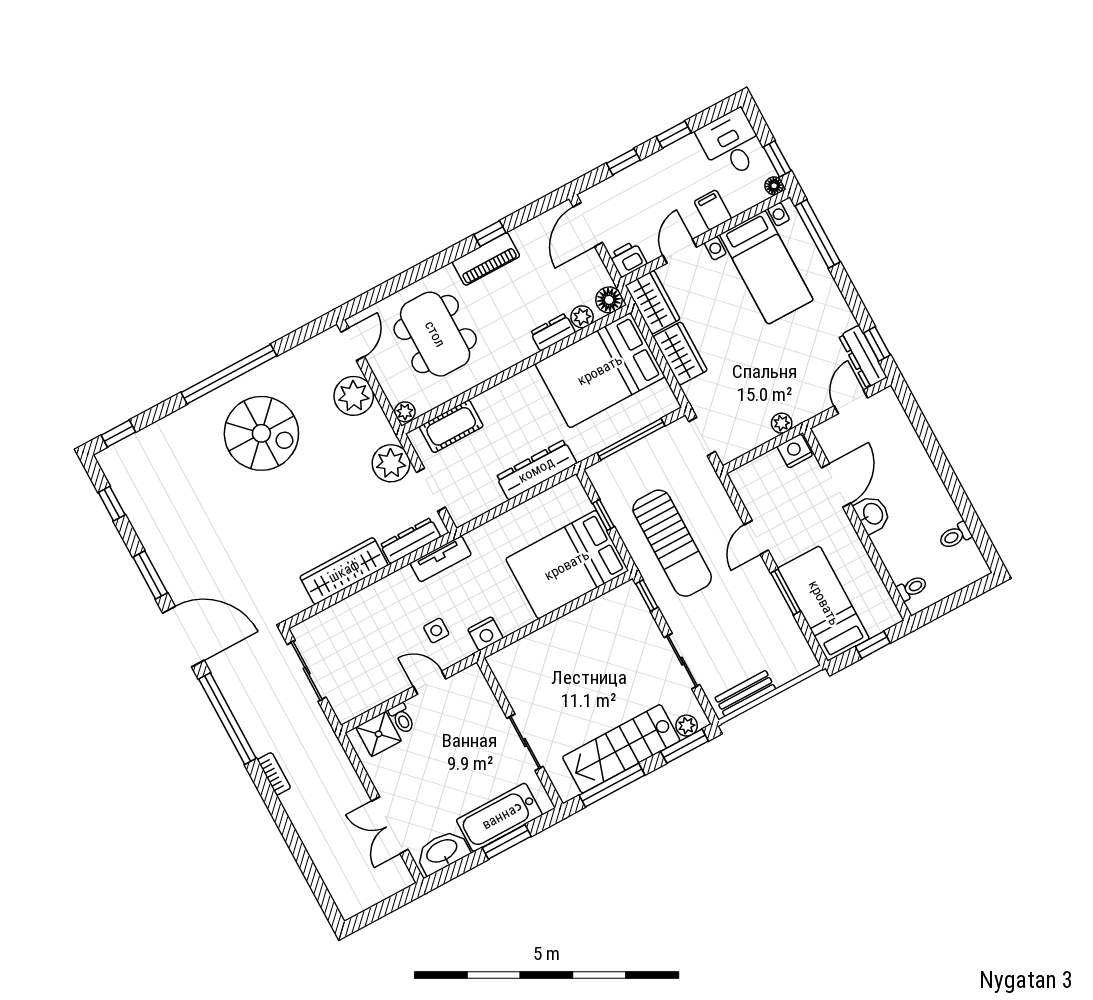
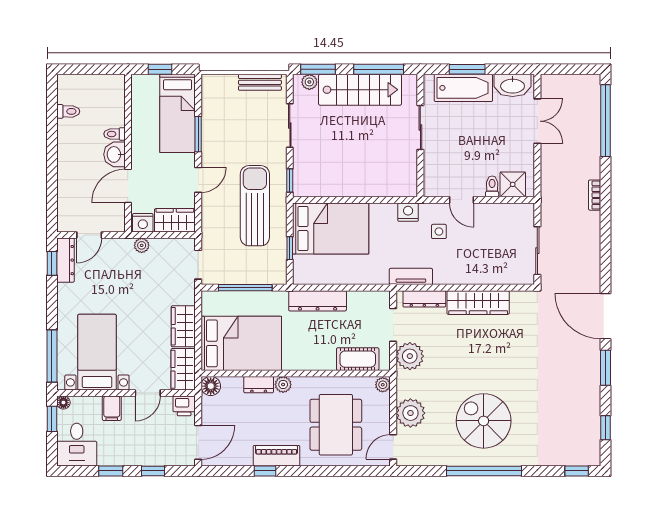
plant: (582, 317) -> (283, 384), moved
wardrobe: (758, 474) -> (175, 220), added
toilet: (912, 588) -> (115, 134), moved
window: (227, 719) -> (606, 121), moved

